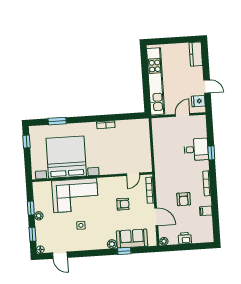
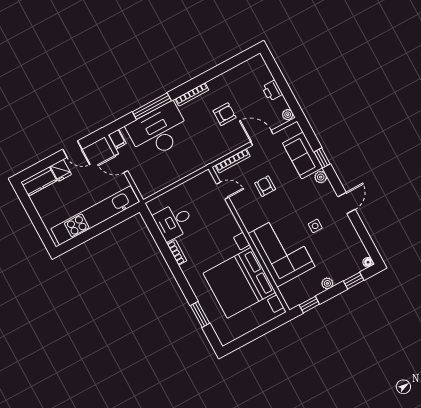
door: (207, 86) -> (72, 149), swing flipped
fridge: (198, 101) -> (61, 170), moved
desk: (128, 132) -> (174, 221), added
window: (26, 141) -> (243, 341), removed
desk: (196, 149) -> (158, 131), width x1.87, depth x1.30
window: (211, 153) -> (152, 106), width x2.17
window: (31, 208) -> (309, 305), moved
filing cabinet: (206, 211) -> (117, 139), moved
door: (156, 217) -> (262, 138), hinge flipped
door: (60, 255) -> (347, 203), moved

